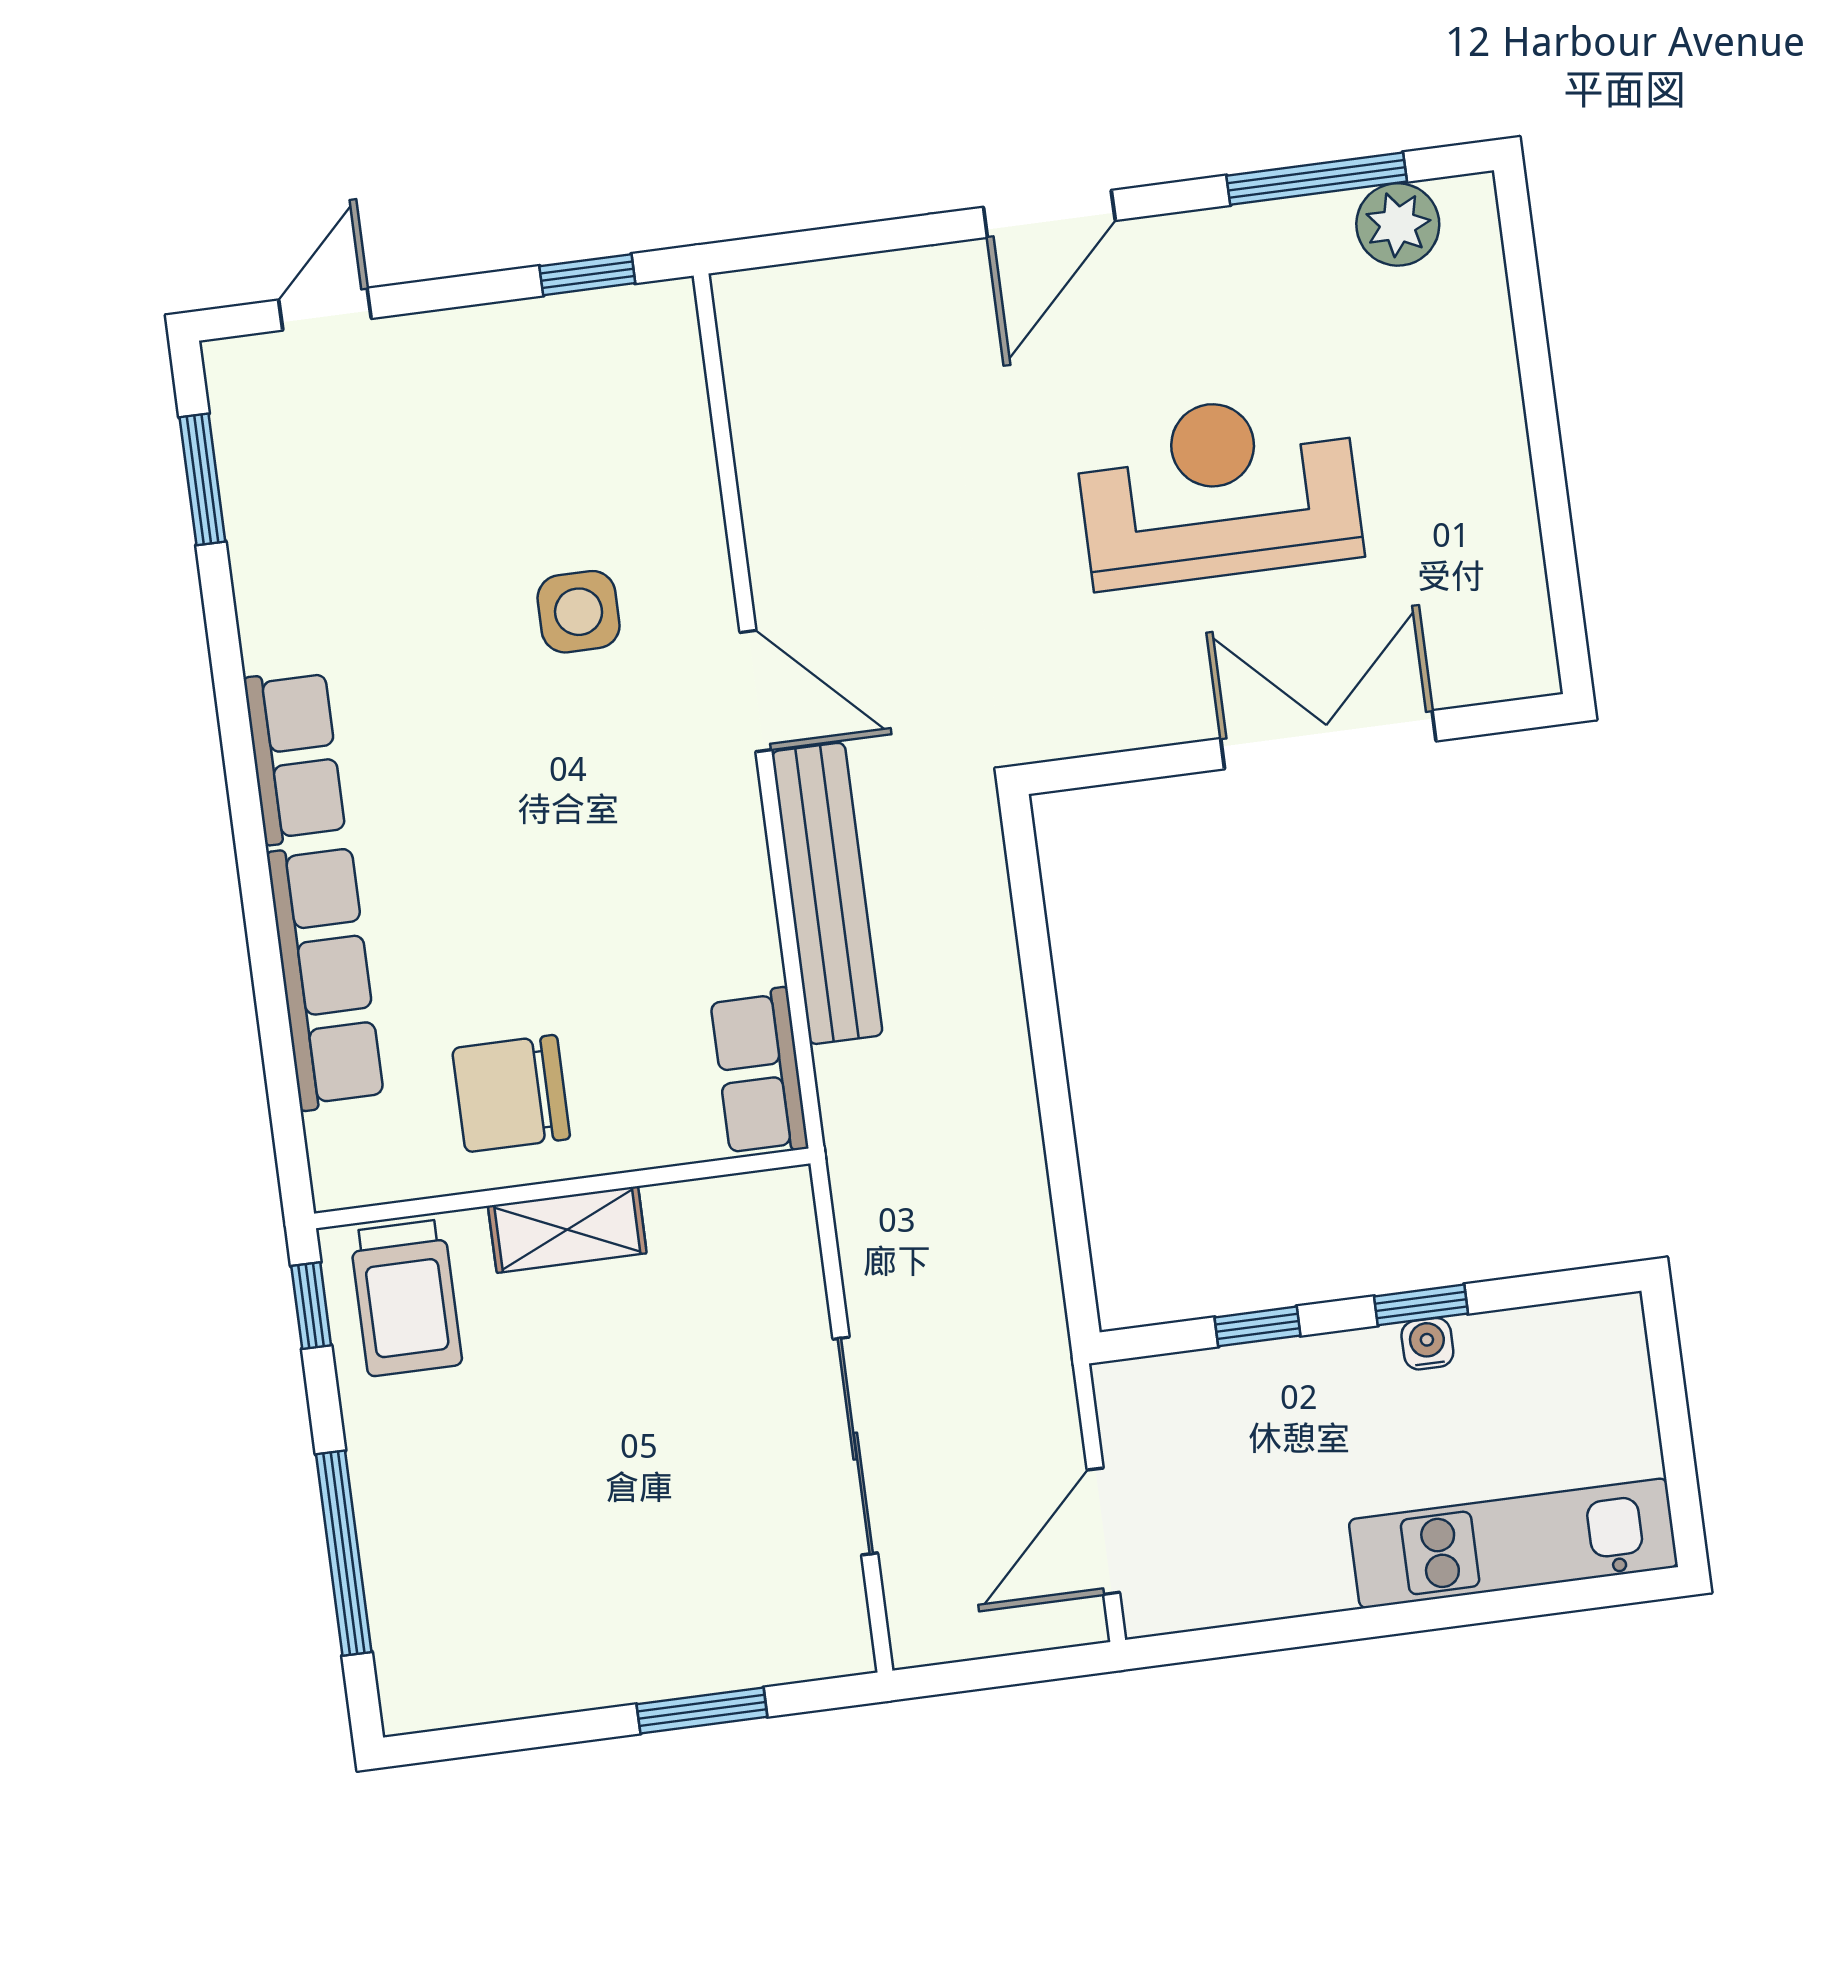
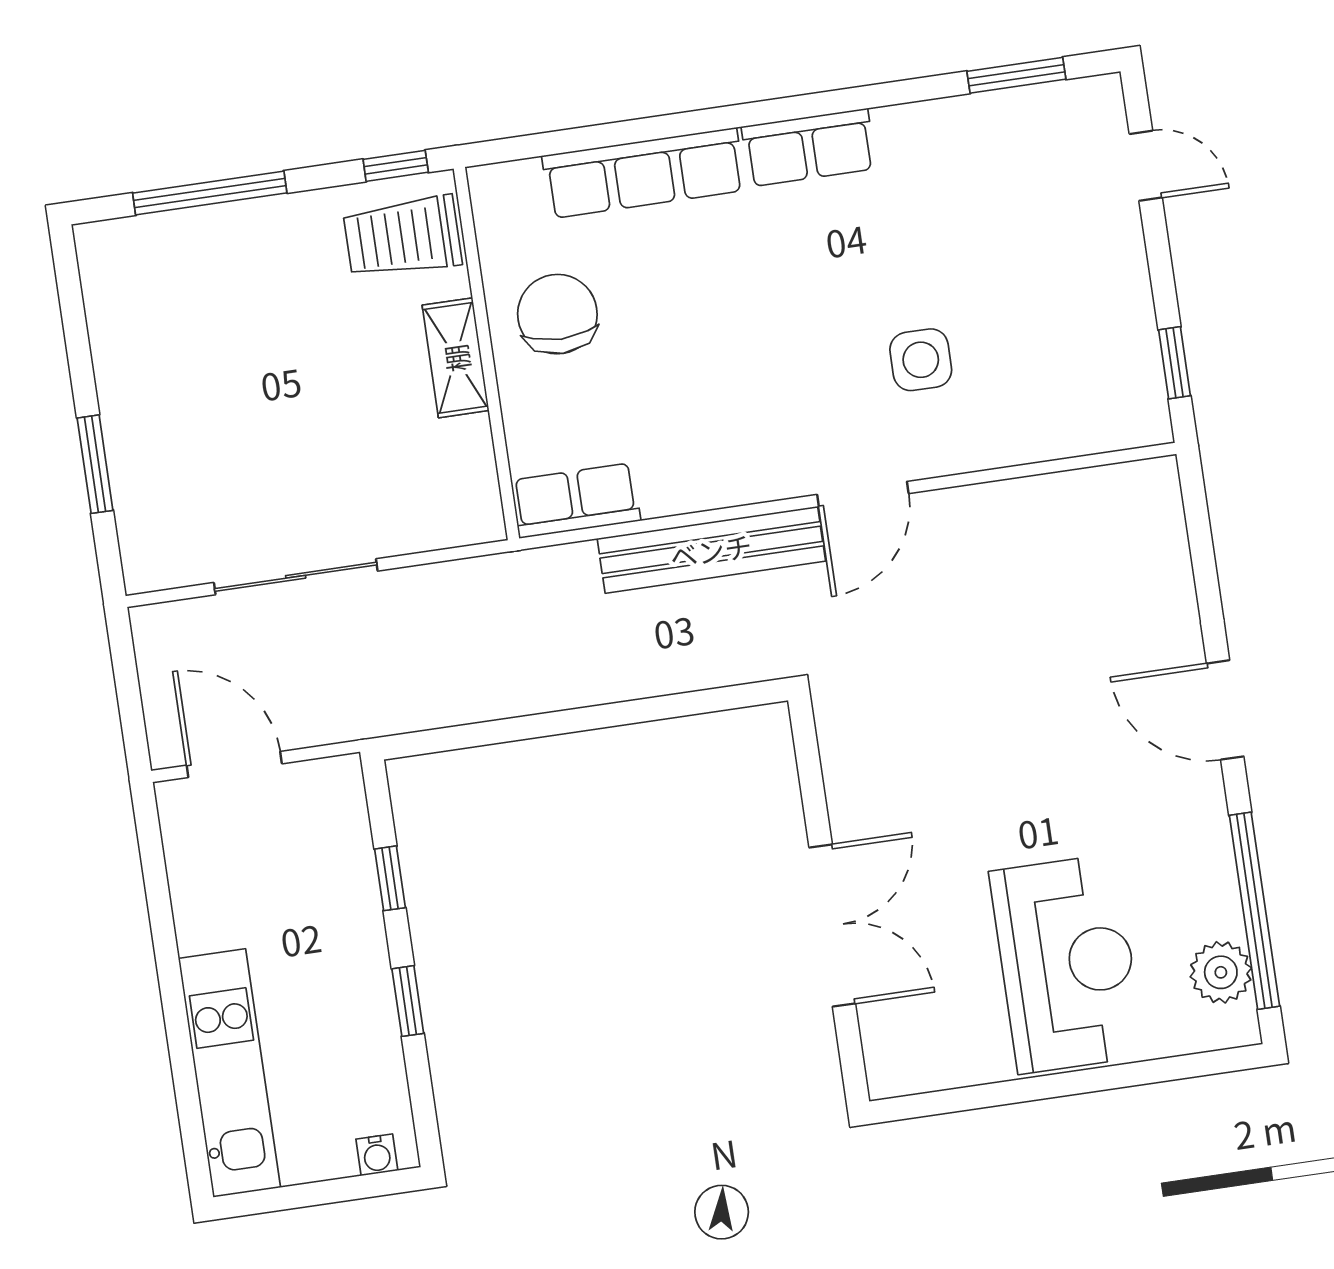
window: (1317, 179) -> (1254, 911), width x1.46
reception desk: (1218, 490) -> (1067, 964), moved
water cooler: (1427, 1344) -> (377, 1155), moved, turned 90

